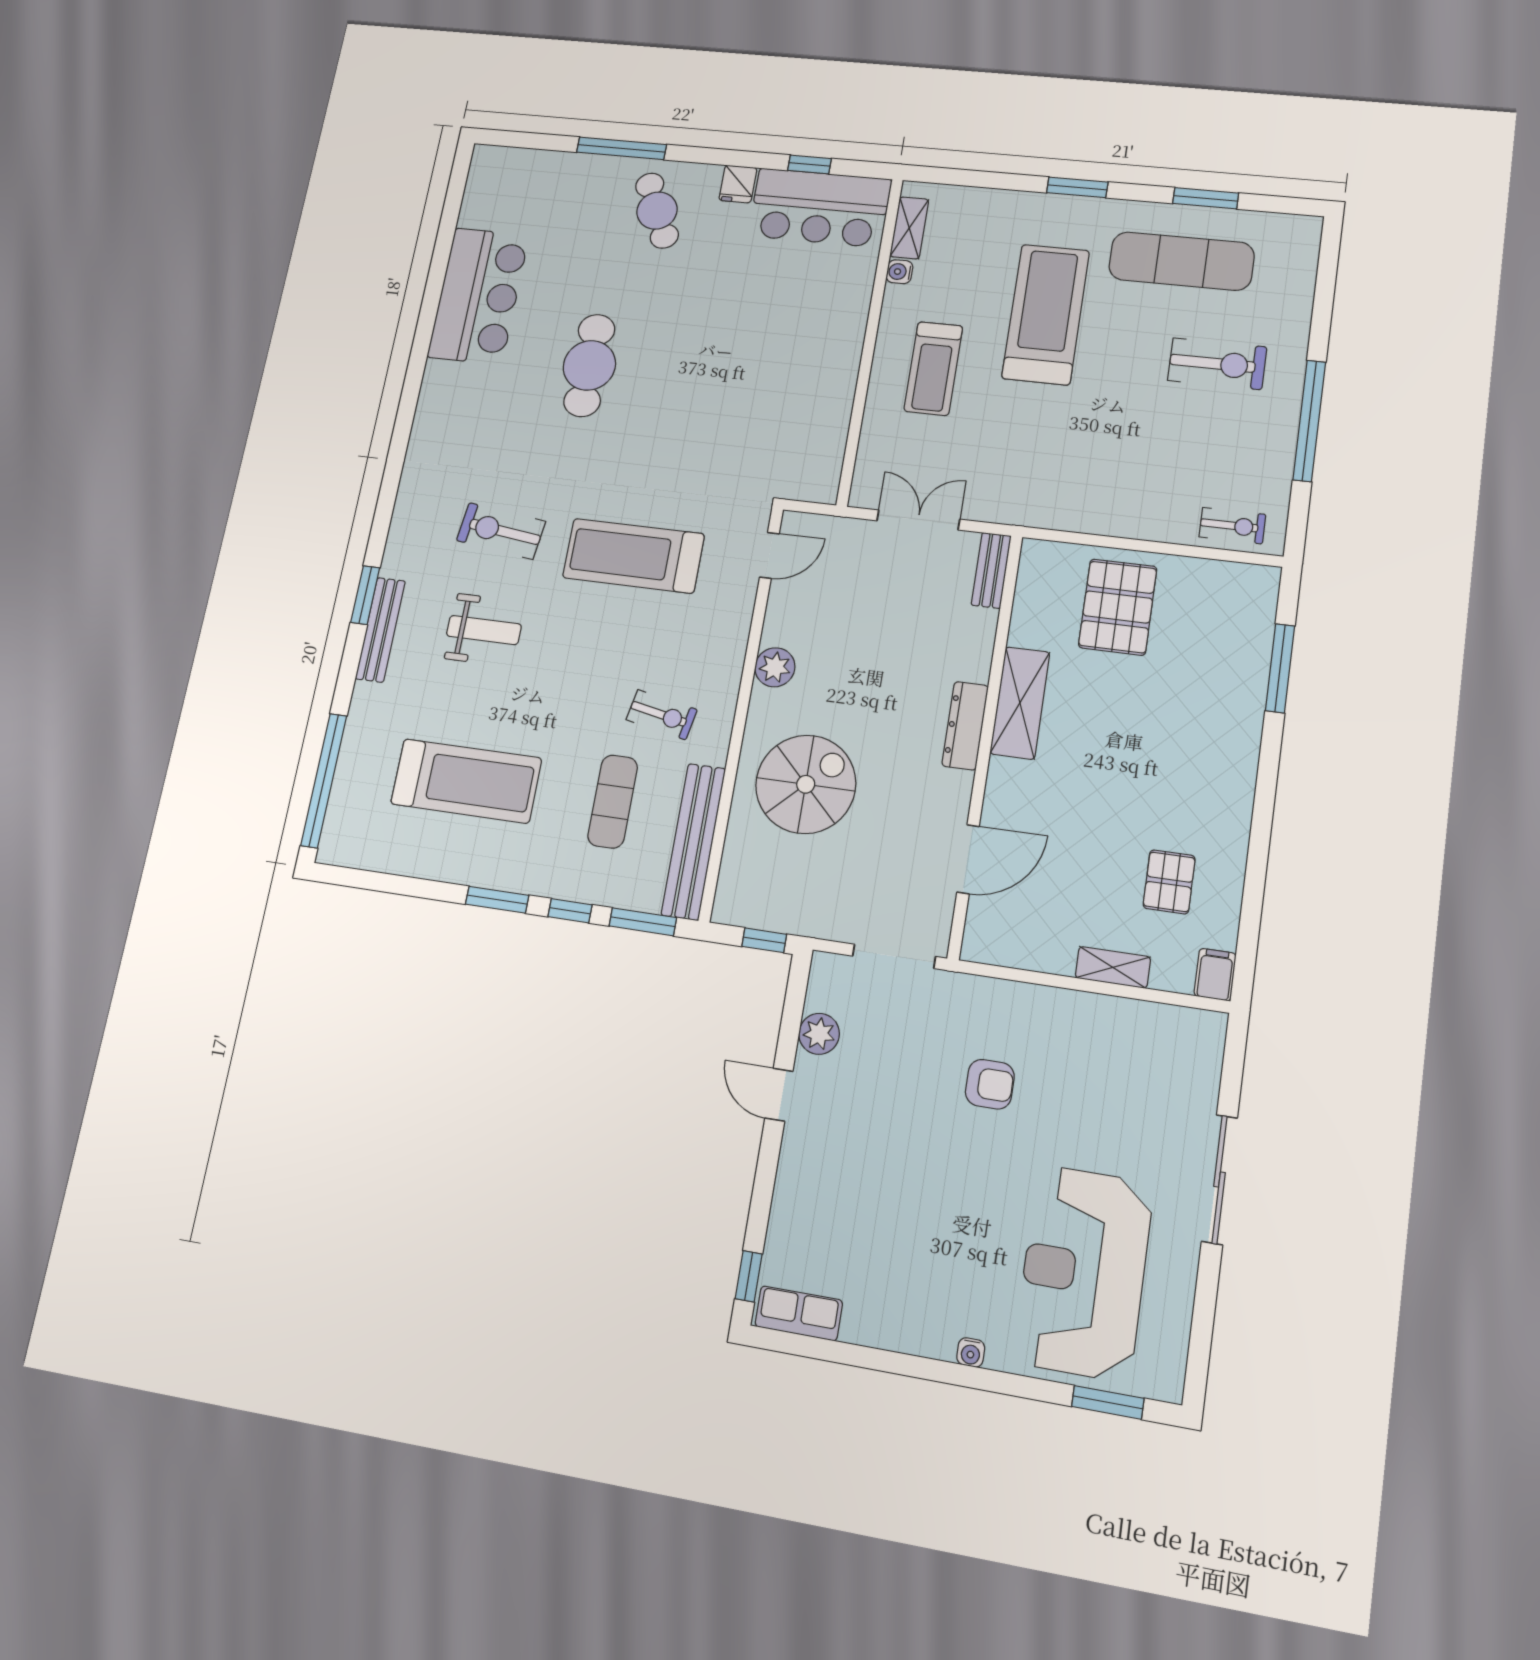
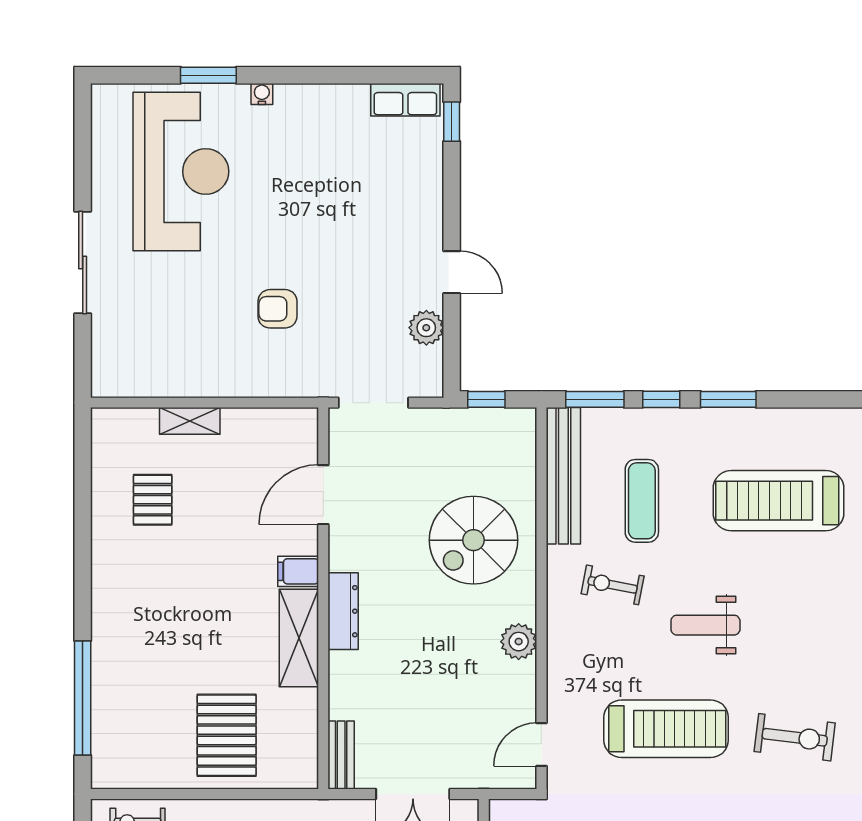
weight bench: (484, 630) -> (705, 625), moved
window: (1280, 668) -> (83, 698), width x1.46
filing cabinet: (1215, 975) -> (298, 571), moved, turned 90
window: (1108, 1402) -> (208, 75), moved

